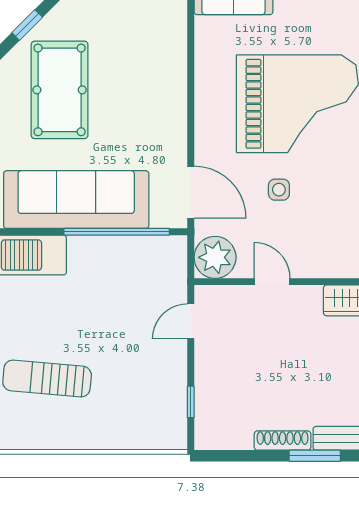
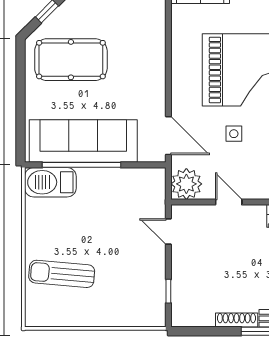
pool table: (60, 90) -> (71, 60), turned 90
window: (117, 232) -> (81, 165), moved
door: (191, 321) -> (168, 232), hinge flipped

